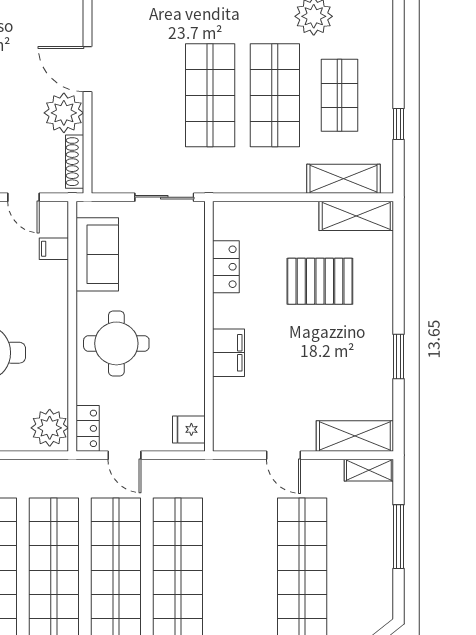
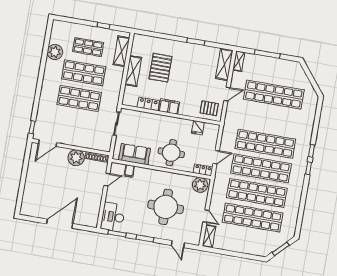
door: (88, 69) -> (48, 143), moved
shelving: (356, 216) -> (133, 71), moved
filing cabinet: (229, 353) -> (169, 106), moved
pallet: (241, 418) -> (209, 108), added
fridge: (189, 429) -> (198, 128), moved

